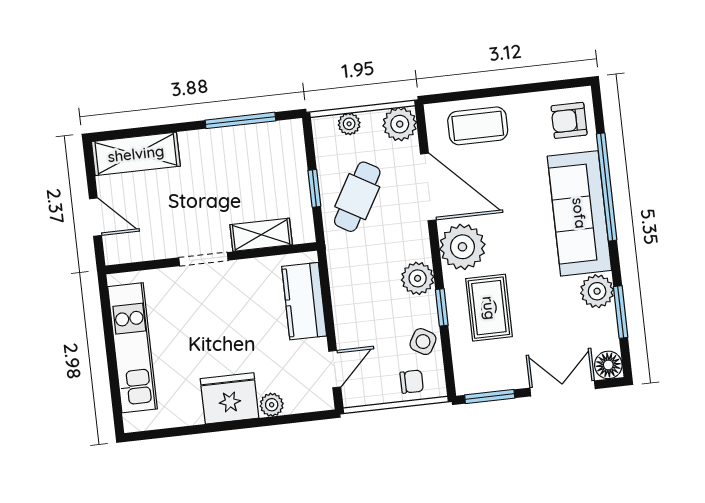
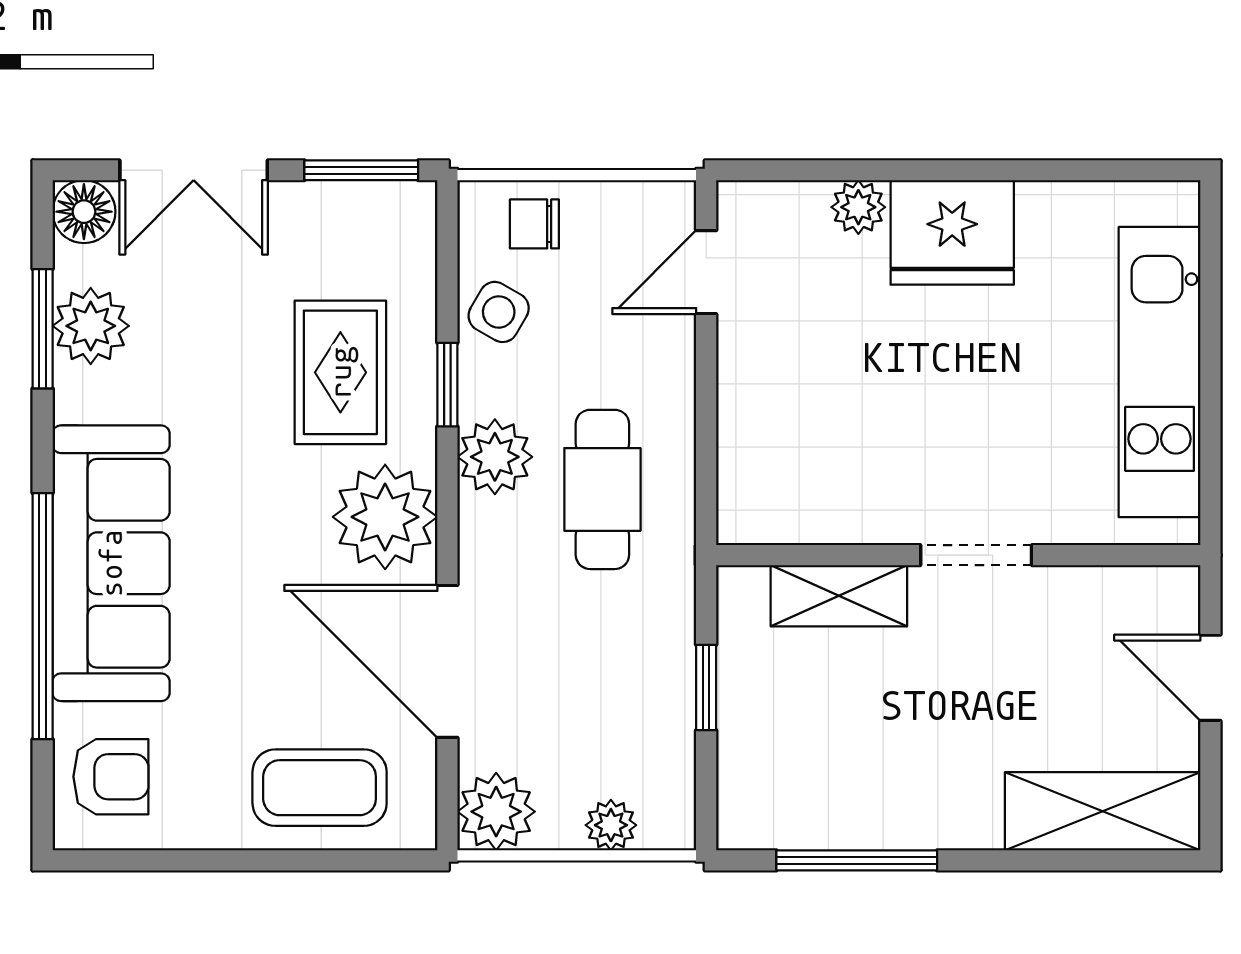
cafe table: (357, 197) -> (602, 489), moved, turned -30
plant: (597, 291) -> (91, 326), moved
kitchen counter: (304, 301) -> (758, 434), removed

